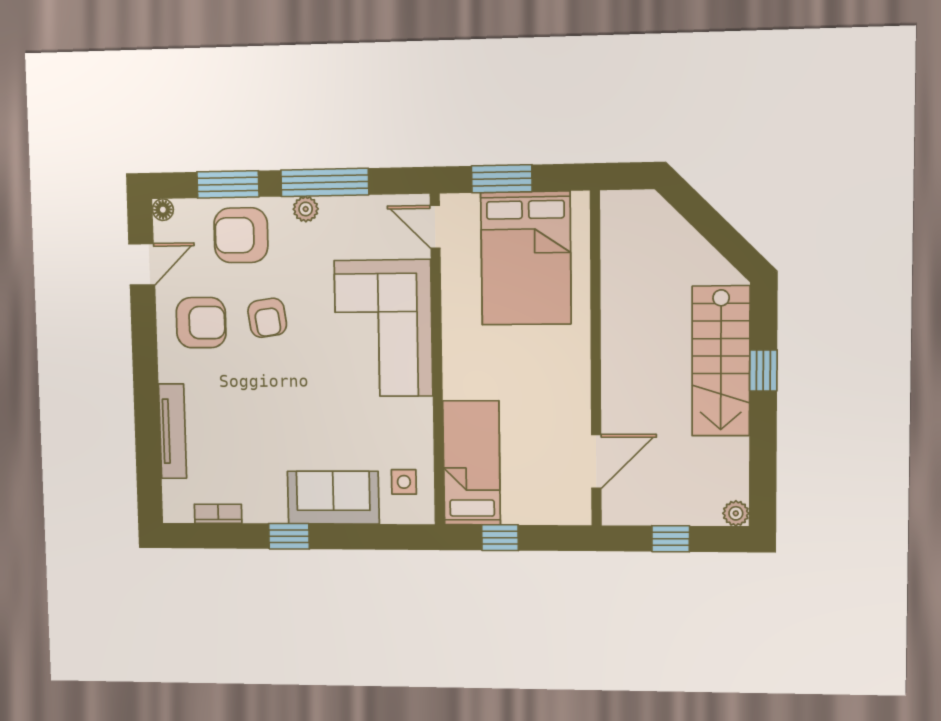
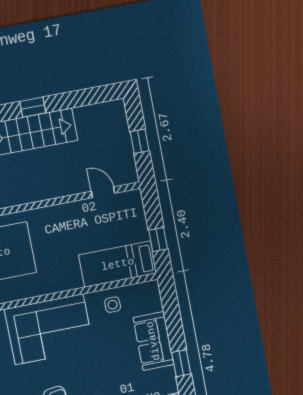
door: (596, 461) -> (103, 192), width x0.73
side table: (404, 482) -> (113, 305), moved
plant: (736, 513) -> (118, 107), removed

